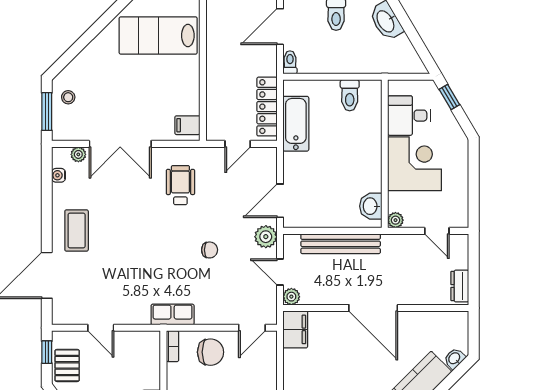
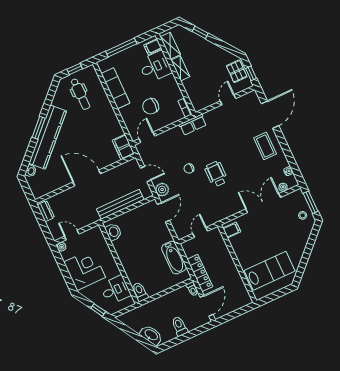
toilet: (350, 95) -> (140, 292), moved
locker: (267, 107) -> (200, 273), moved
corner desk: (415, 164) -> (85, 270), moved, turned 180
wheelchair: (180, 185) -> (216, 174), moved, turned 180
plant: (396, 220) -> (62, 247), moved
plant: (291, 297) -> (134, 164), removed
door: (101, 328) -> (228, 100), hinge flipped
chair: (211, 352) -> (151, 106), moved

